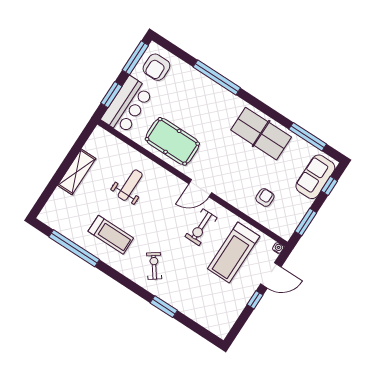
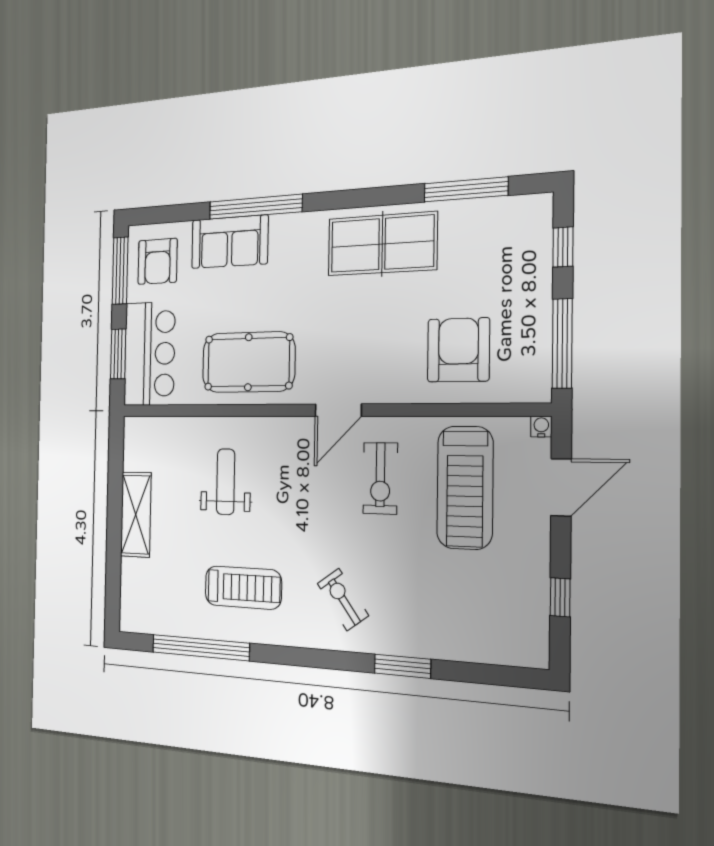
sofa: (315, 177) -> (230, 242), moved, turned -90
armchair: (265, 197) -> (458, 350), width x1.88, depth x1.88
window: (306, 222) -> (562, 343), width x1.44
window: (255, 300) -> (560, 597), moved

